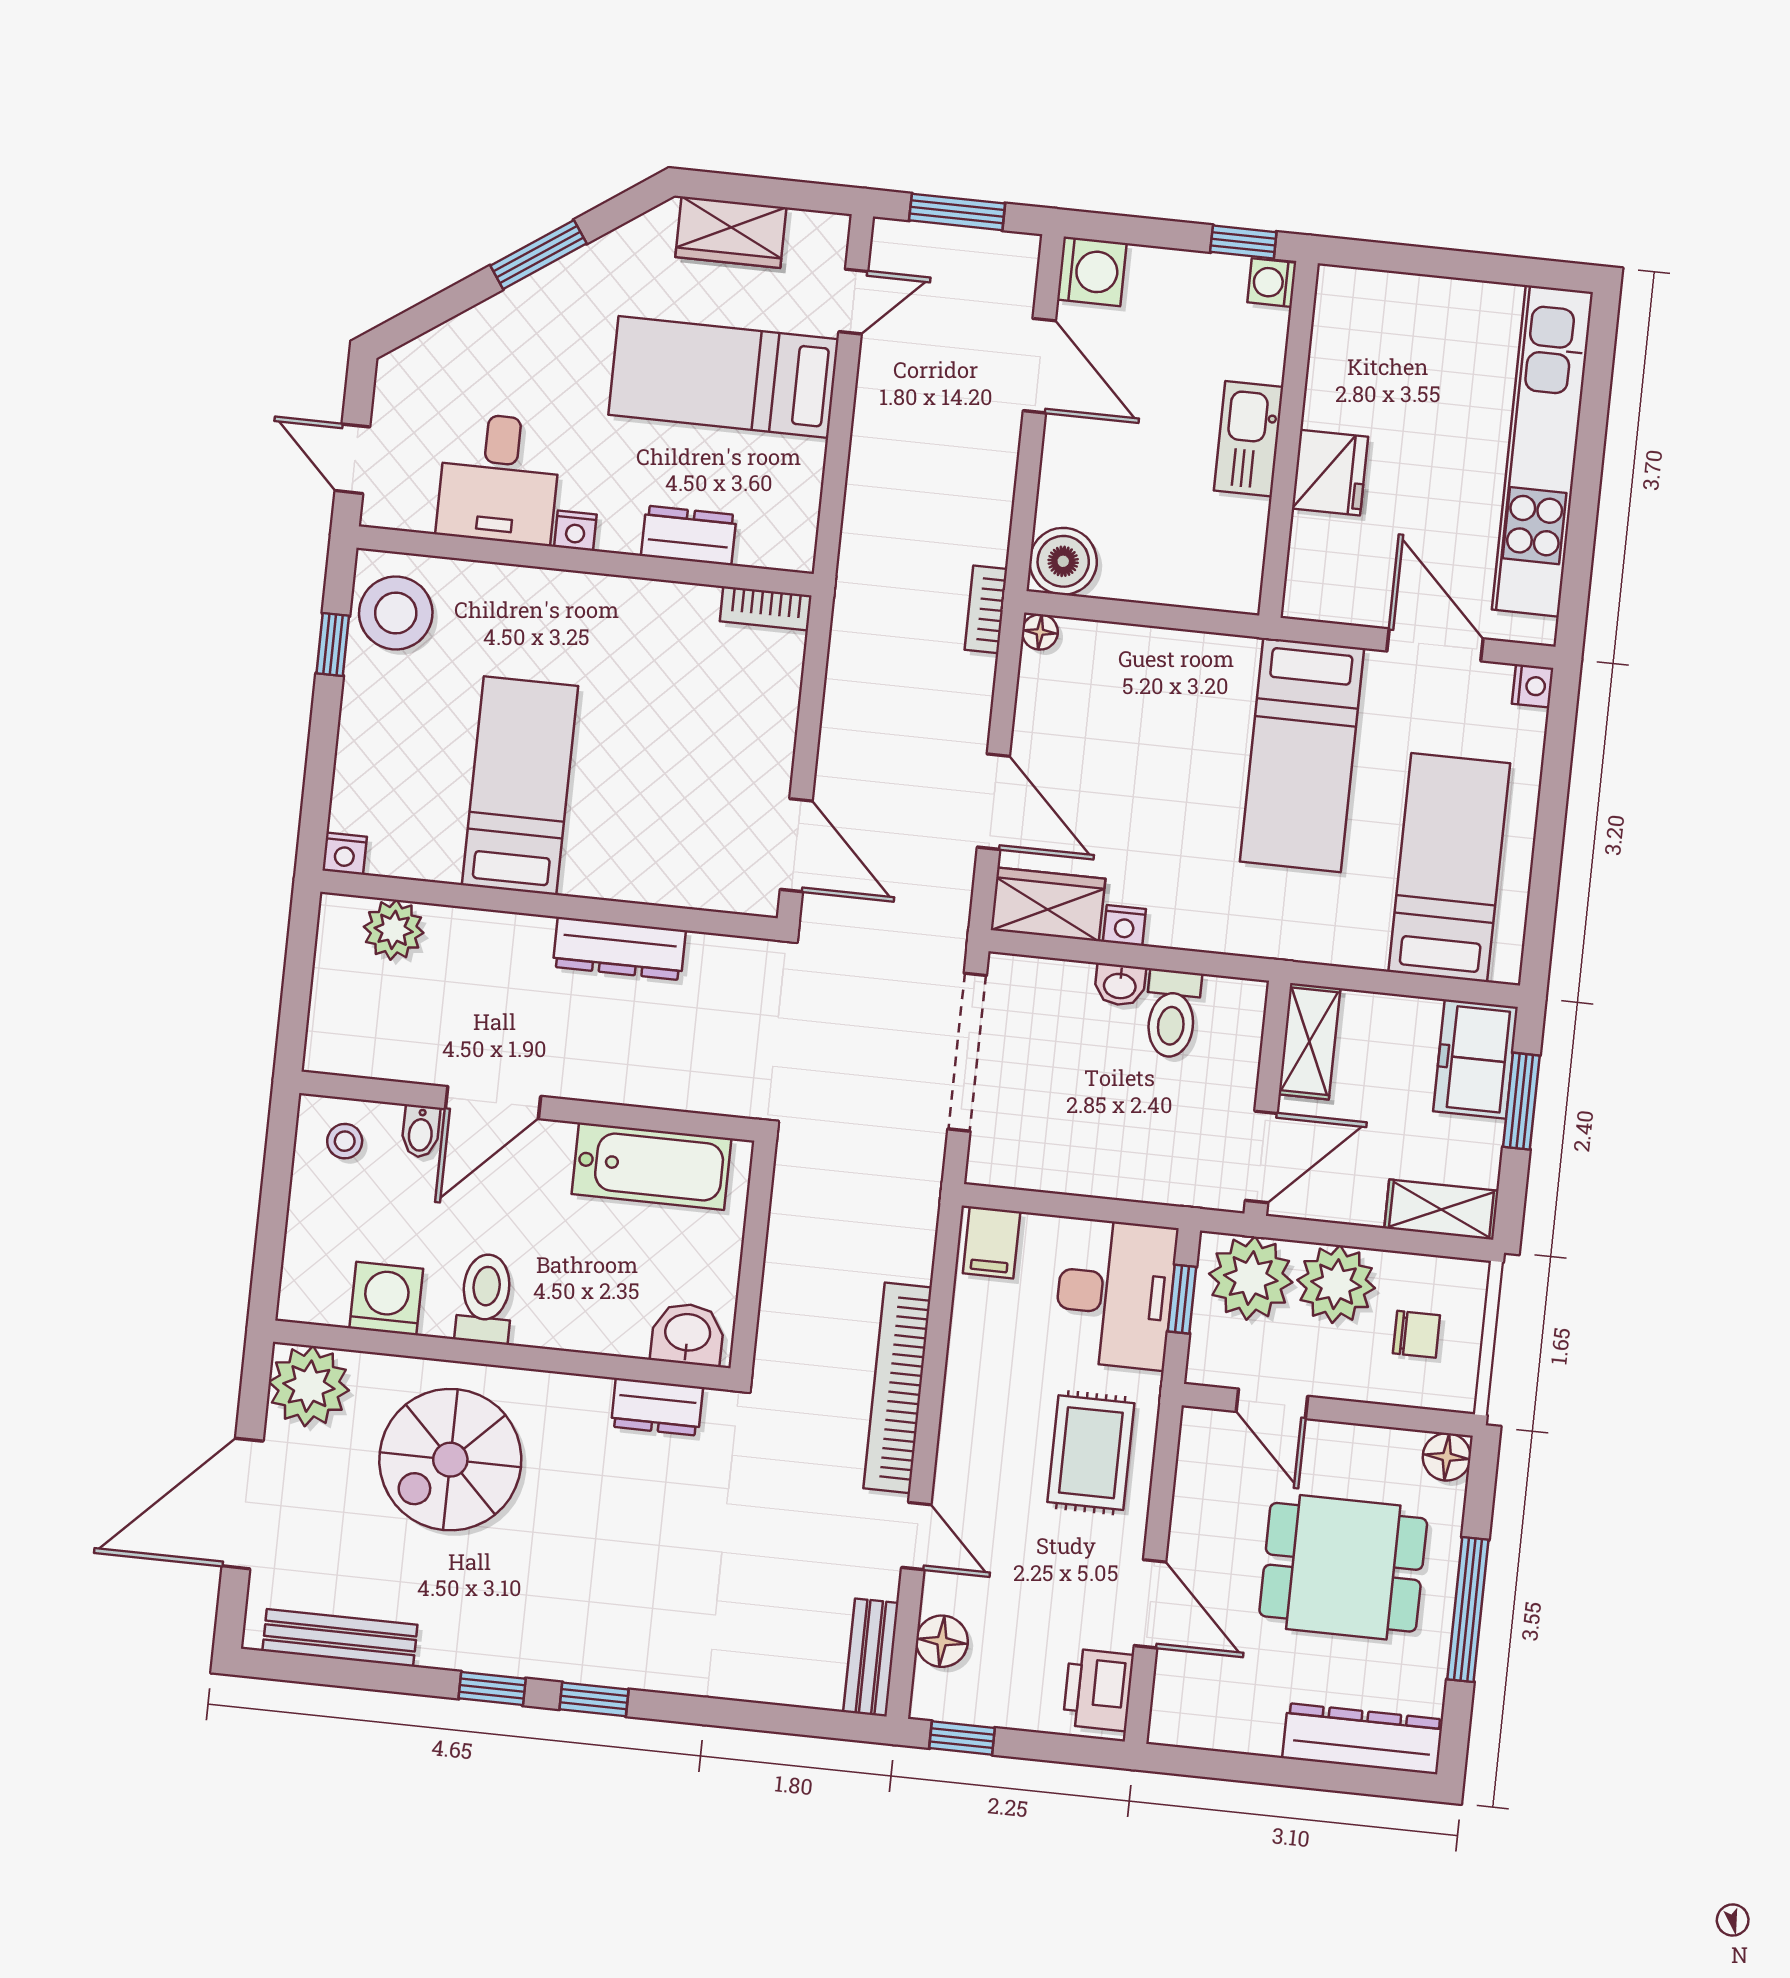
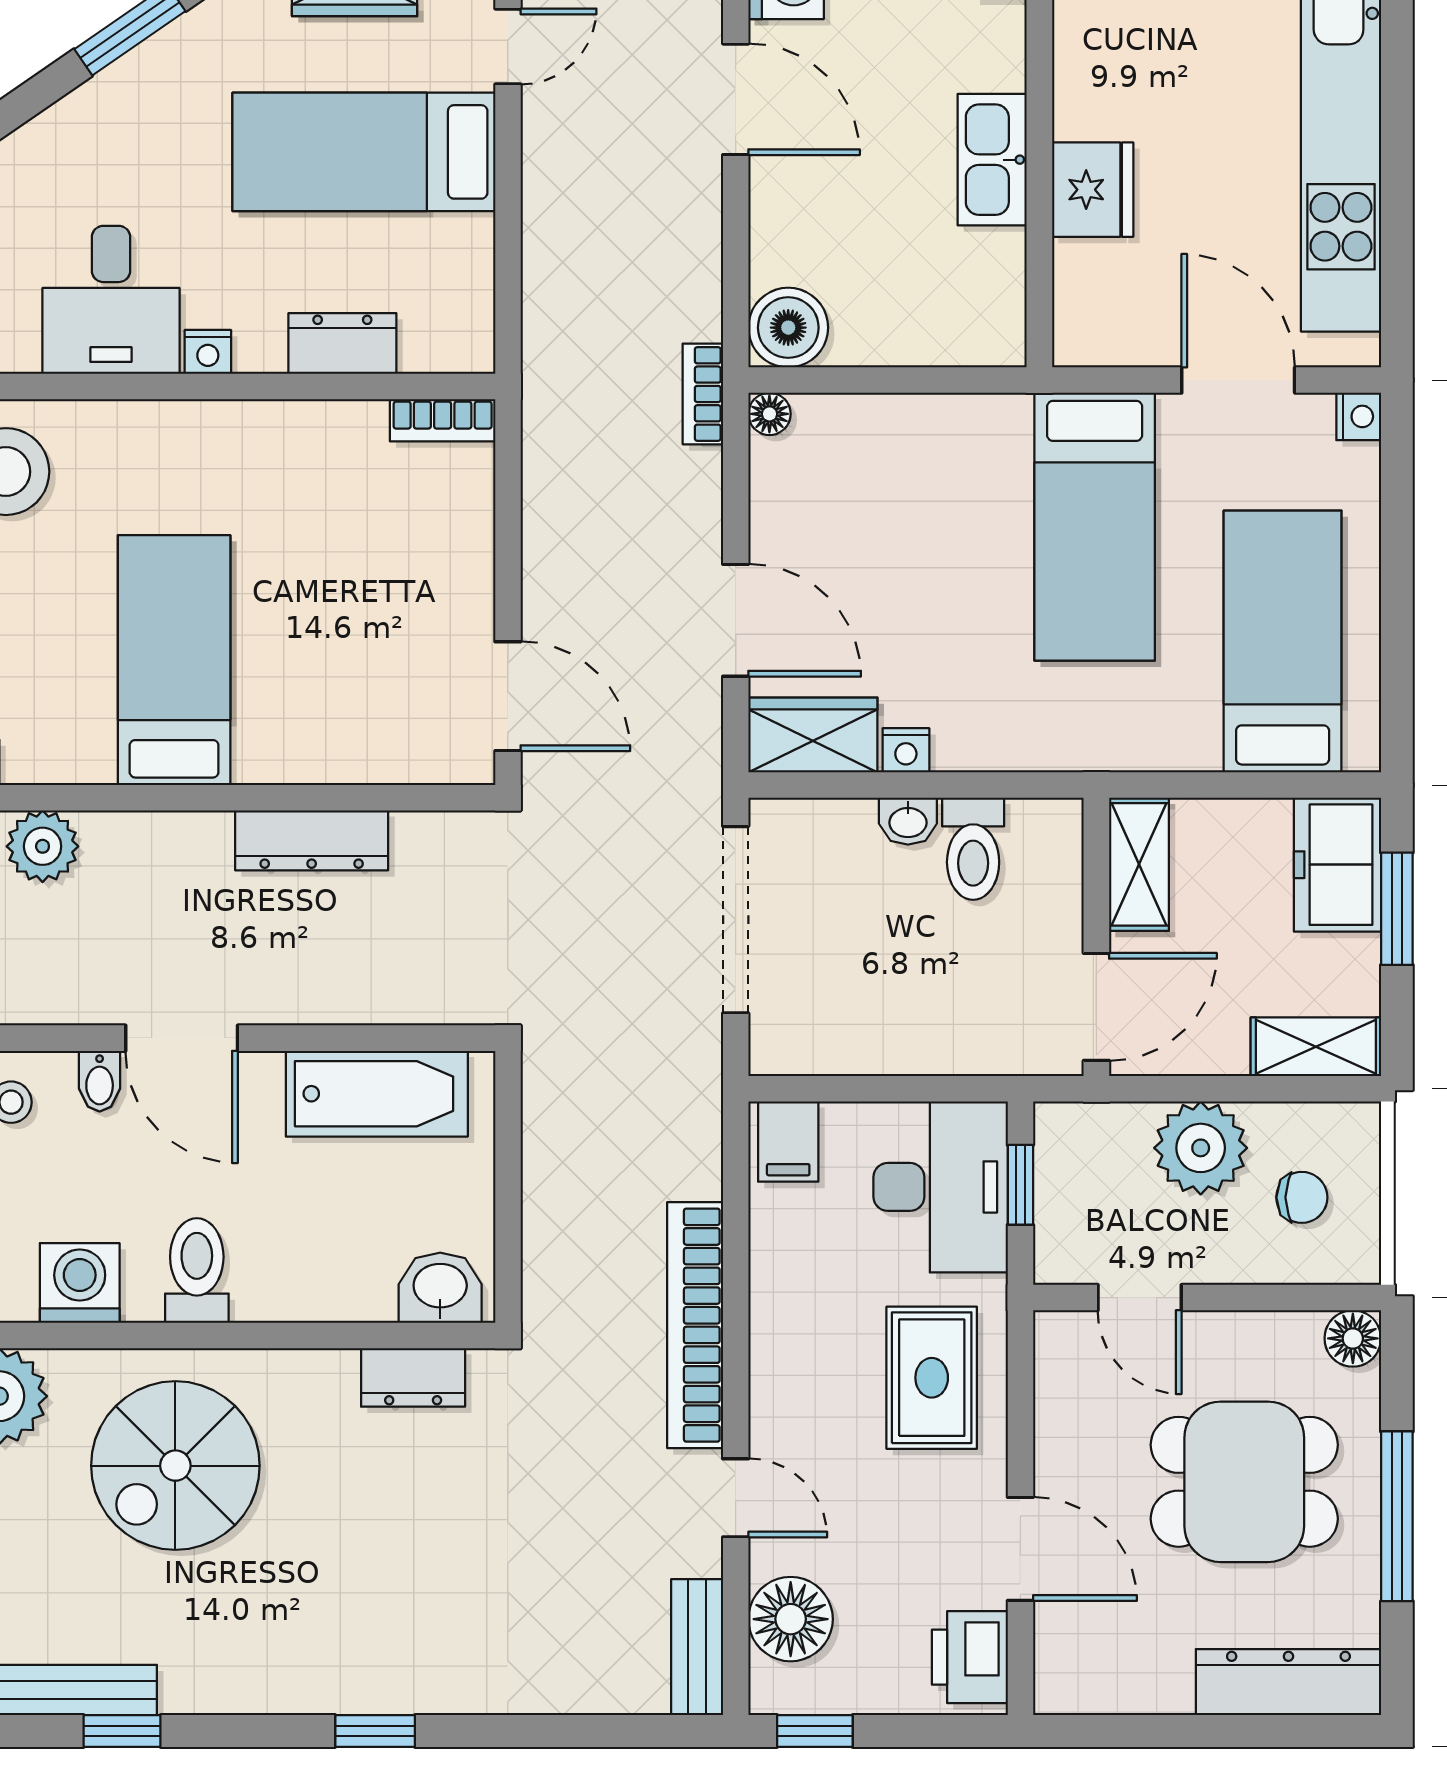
door: (493, 1103) -> (182, 1038), hinge flipped
plant: (1251, 1278) -> (1099, 1151), removed
floor lamp: (942, 1641) -> (791, 1619), width x1.38, depth x1.38
window: (492, 1689) -> (122, 1731), moved

